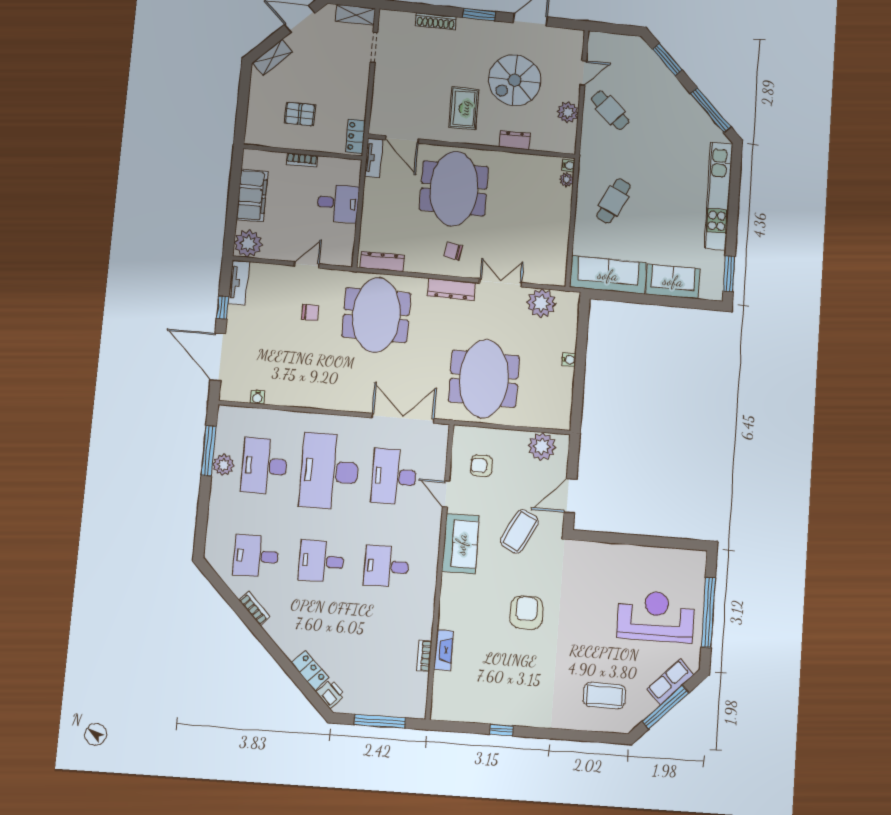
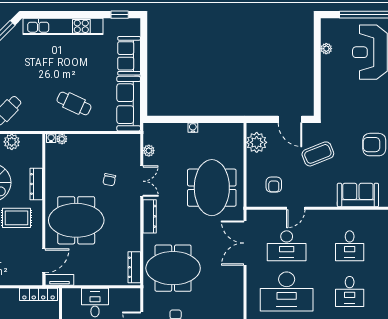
locker: (355, 136) -> (38, 294), width x1.53
dresser: (515, 140) -> (36, 184), width x1.44
chair: (453, 251) -> (109, 180), moved
window: (729, 274) -> (120, 15), width x0.67
double door: (501, 283) -> (142, 181), swing flipped
plant: (541, 303) -> (149, 151), width x0.53, depth x0.53
meeting table: (484, 379) -> (212, 188), turned 90
coffee table: (519, 531) -> (318, 154), turned -50
sofa: (461, 544) -> (358, 195), moved
plant: (665, 555) -> (326, 49), added

